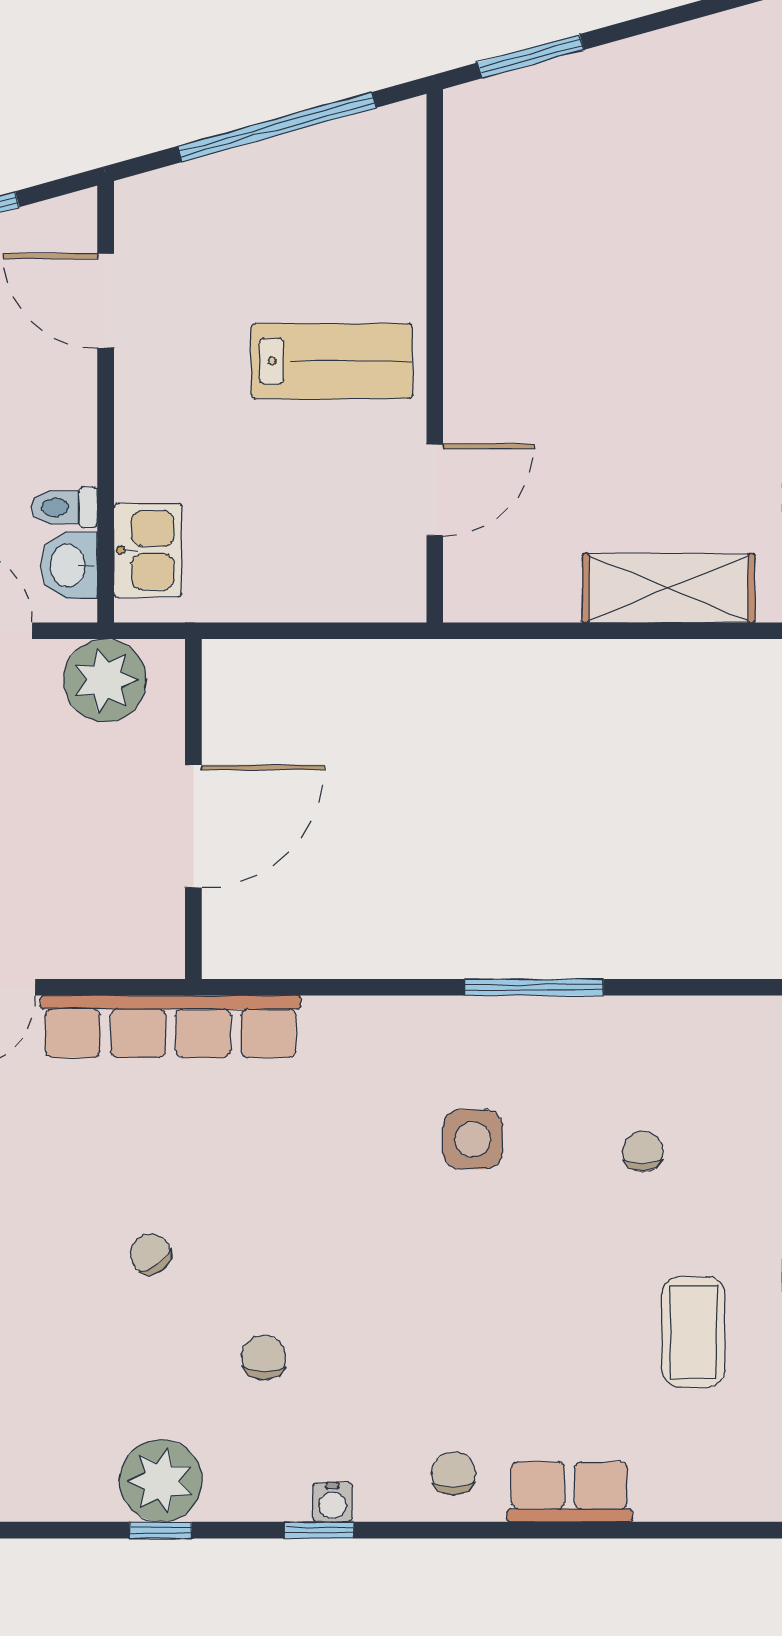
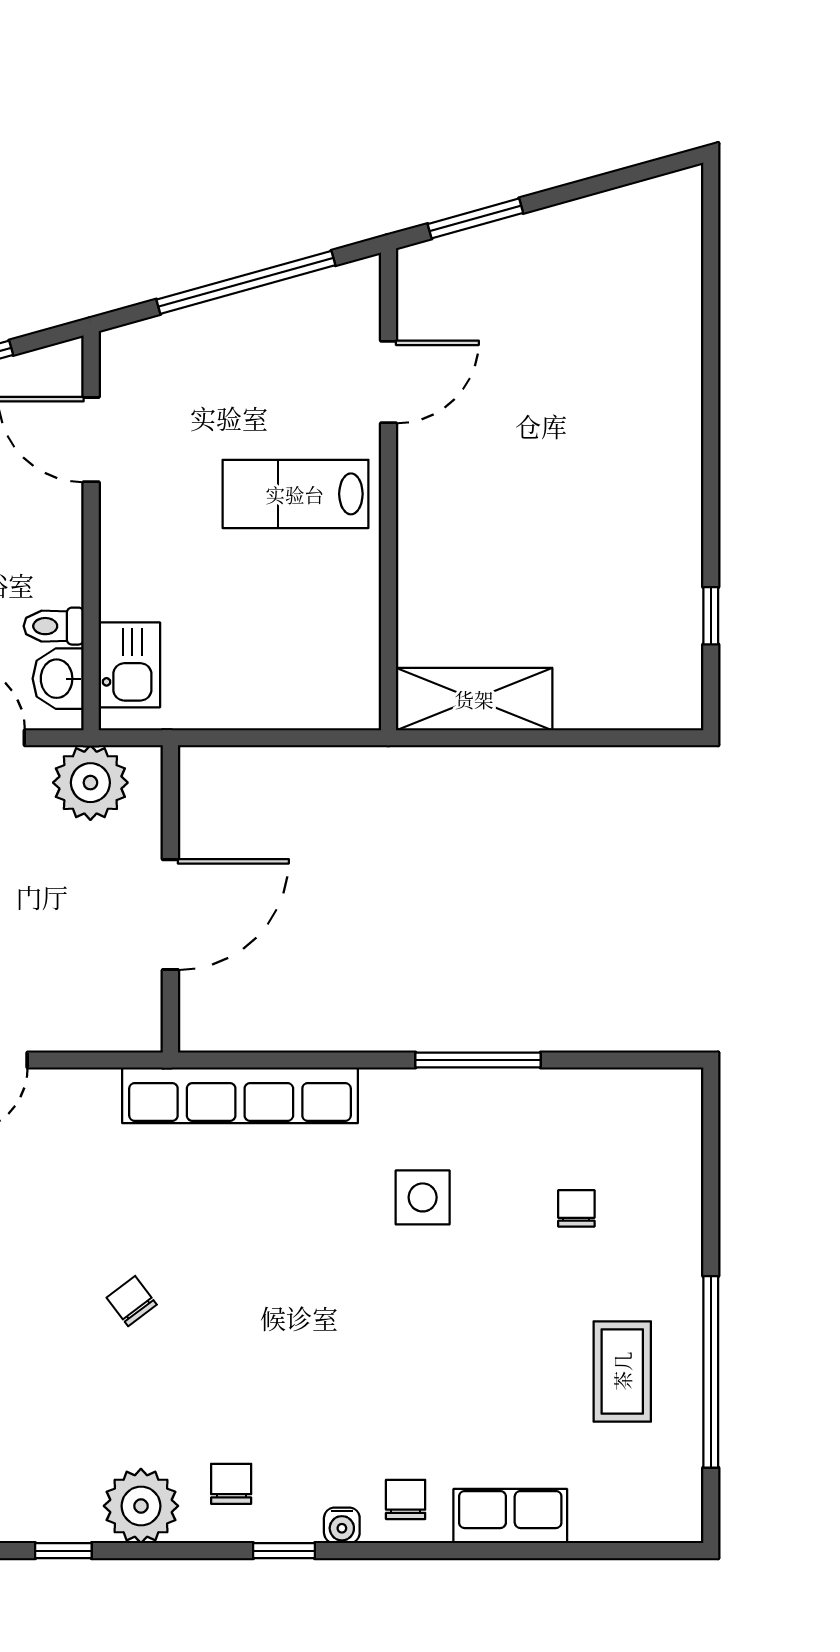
lab bench: (332, 361) -> (295, 494), turned 180
door: (435, 490) -> (388, 382), moved
shelving: (668, 588) -> (474, 699), moved
row of seats: (171, 1026) -> (240, 1095), moved
chair: (264, 1358) -> (231, 1484), moved
water cooler: (333, 1502) -> (342, 1525), moved
window: (161, 1530) -> (63, 1551), moved

